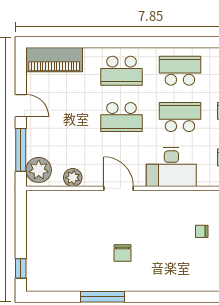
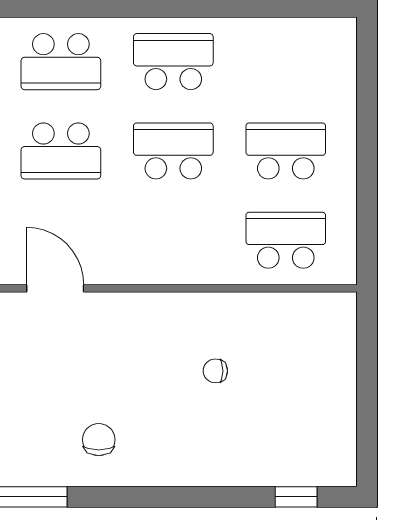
desk: (171, 167) -> (157, 247), removed
chair: (123, 253) -> (99, 440), moved, turned 180

